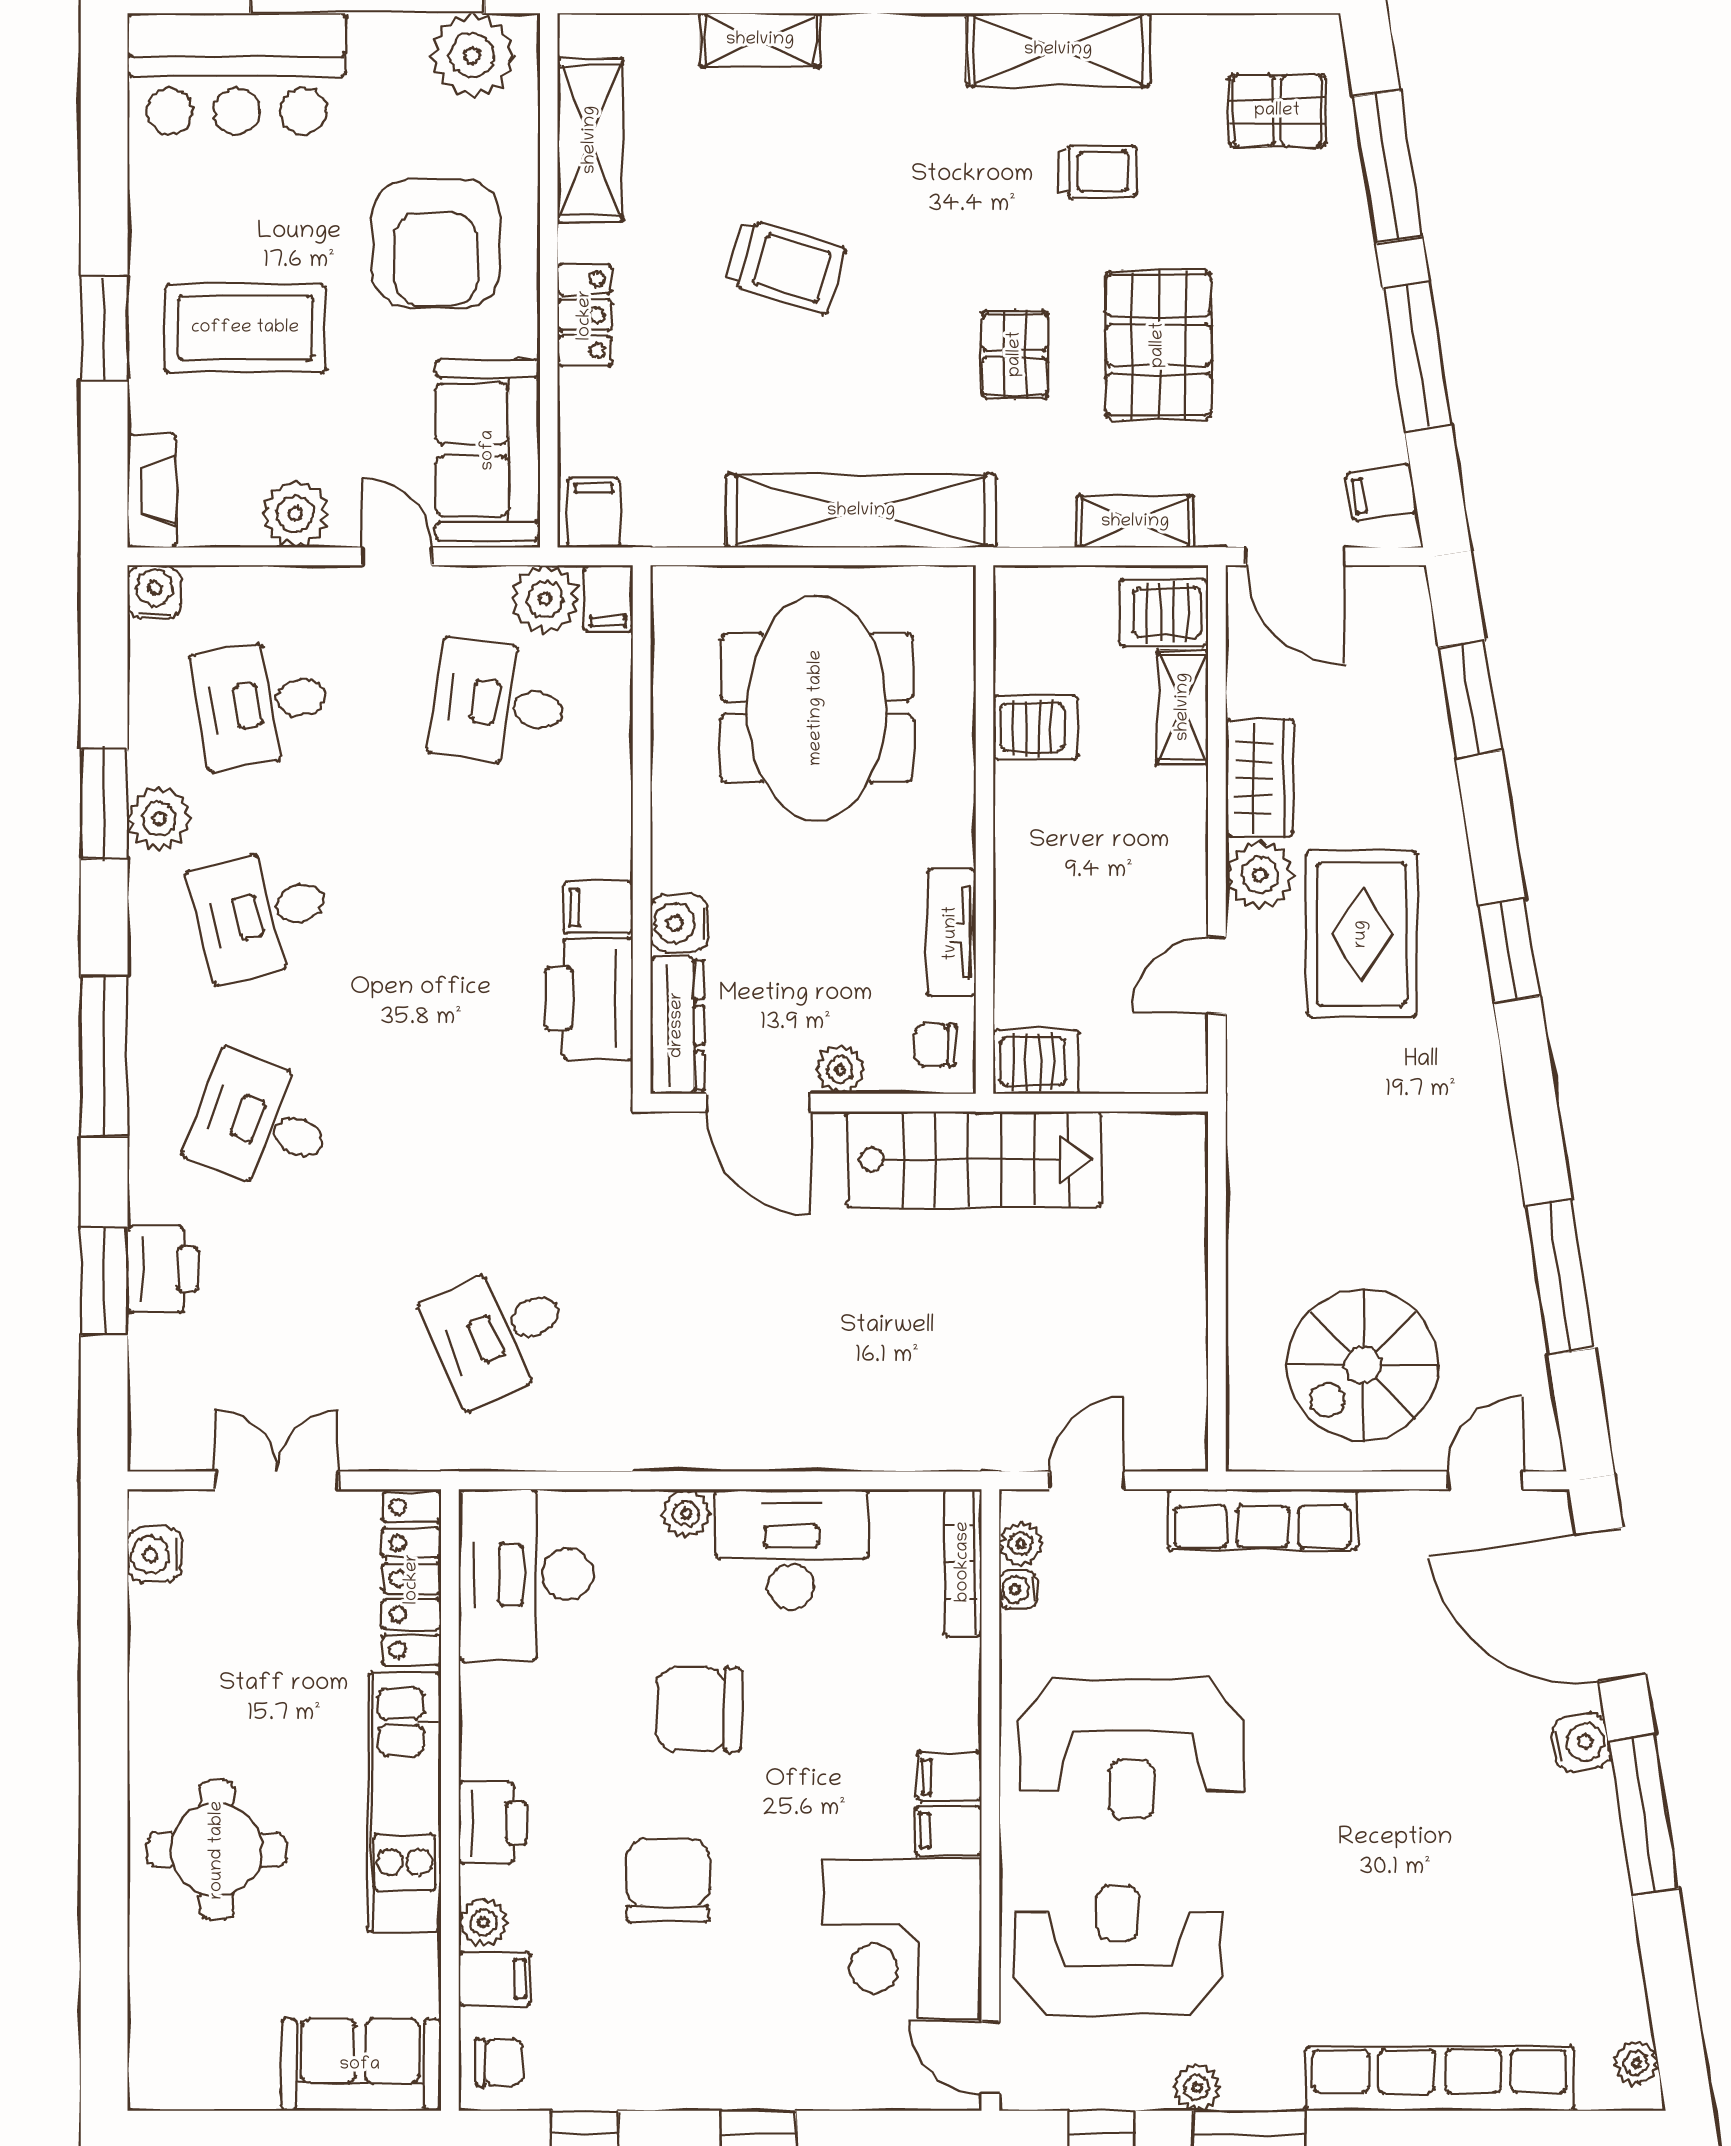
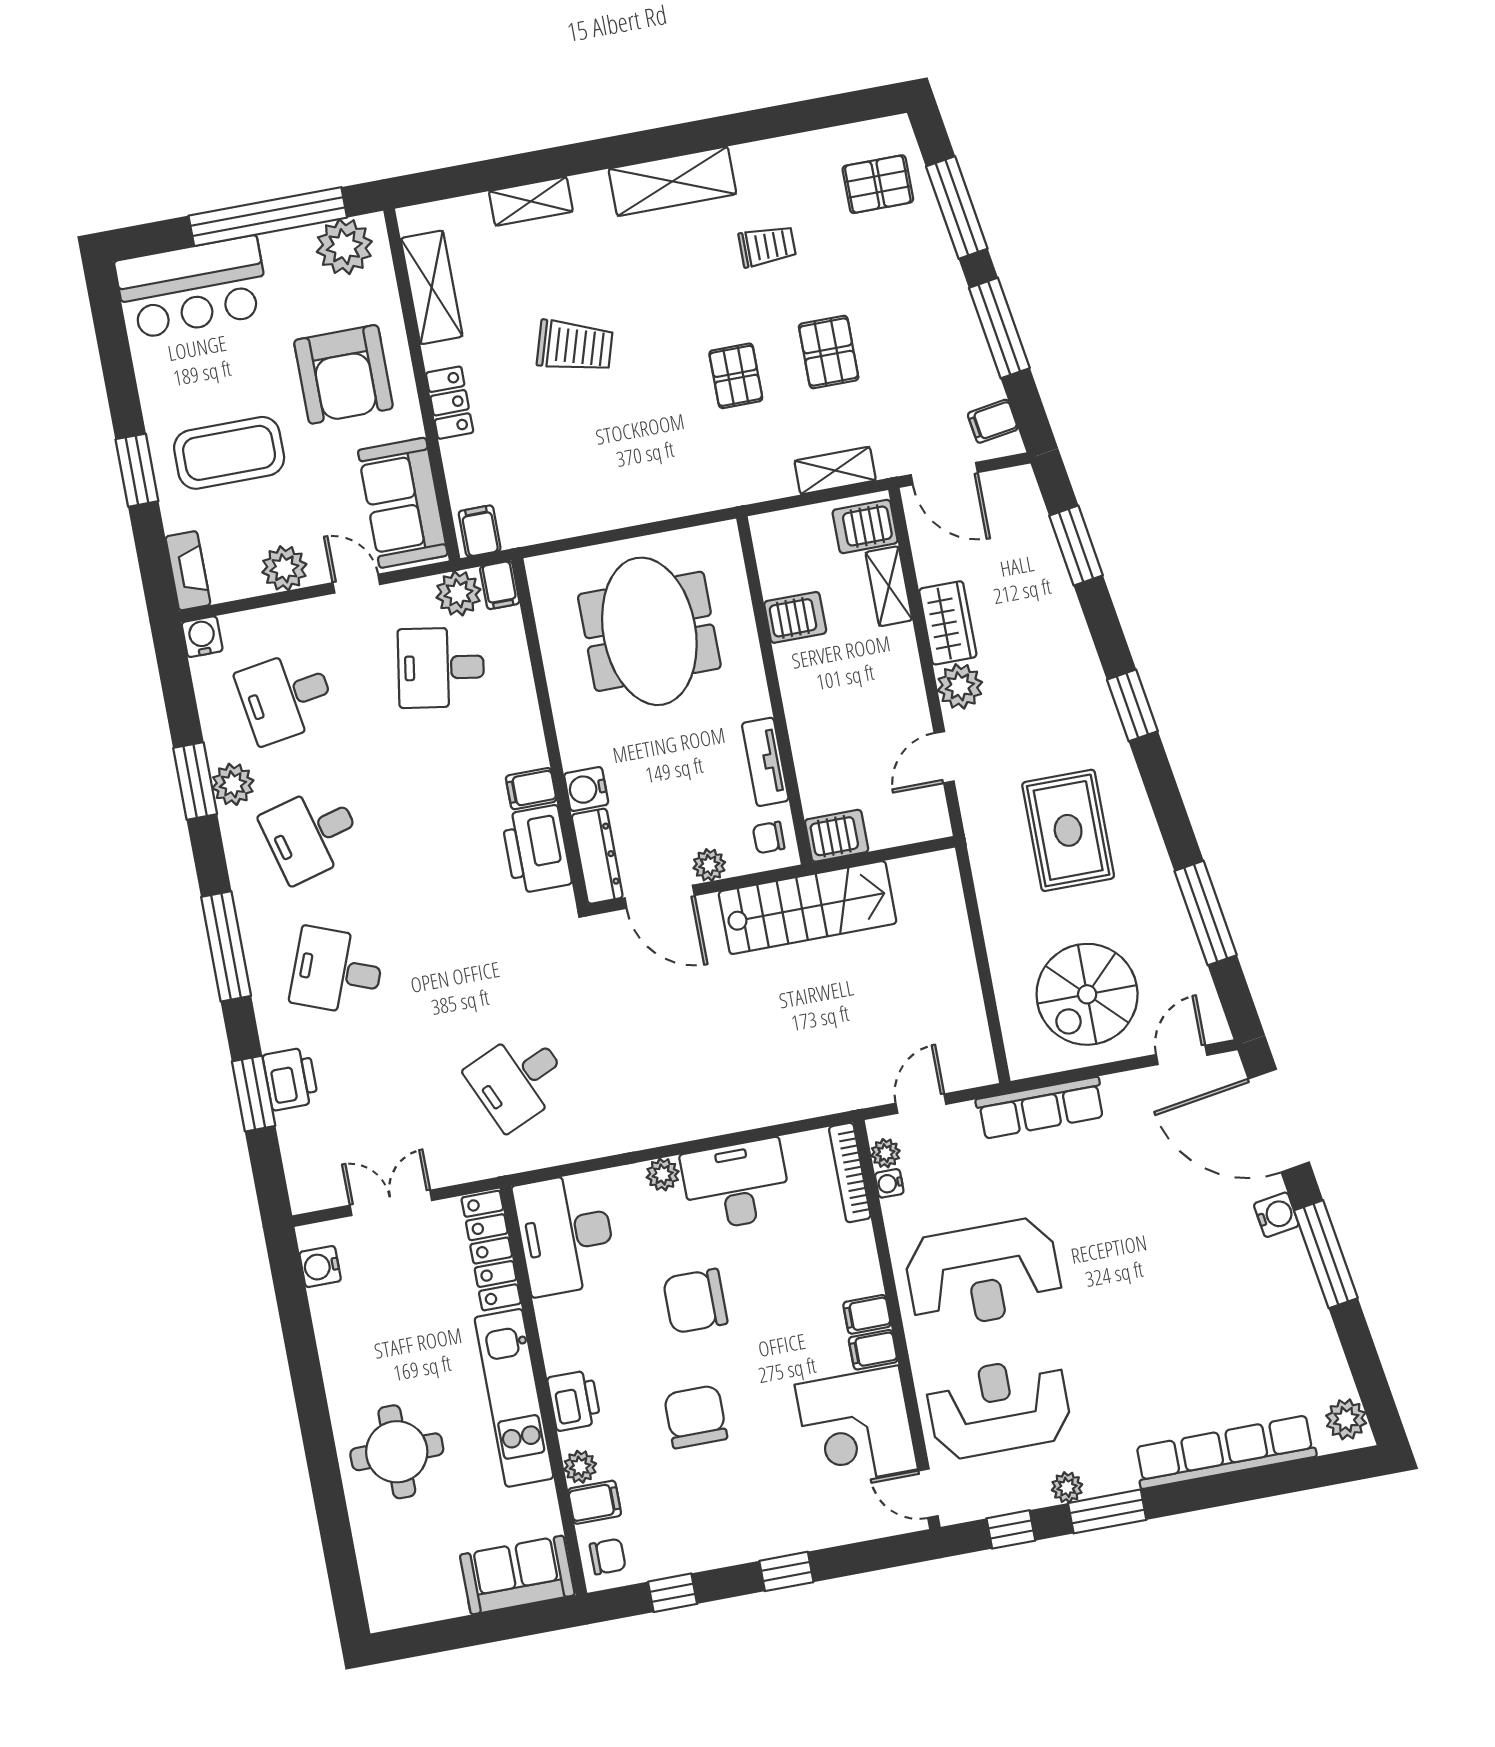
shelving: (1058, 50) -> (672, 181), moved
pallet: (1158, 345) -> (829, 352), width x0.67, depth x0.71
shelving: (861, 511) -> (654, 497), removed
rug: (1361, 934) -> (1068, 830), moved
plant: (1636, 2063) -> (1346, 1419), width x1.38, depth x1.38

